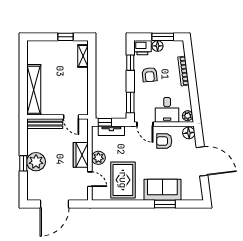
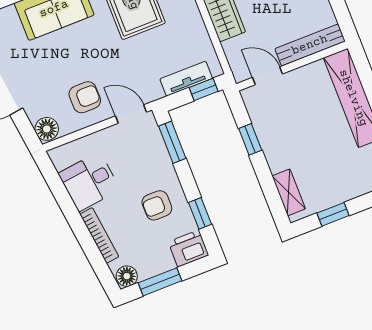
floor lamp: (158, 46) -> (127, 276), moved
armchair: (150, 75) -> (157, 205), turned -85
window: (92, 89) -> (250, 139), added
desk: (167, 110) -> (89, 182), moved, turned -97
plant: (188, 116) -> (61, 159), removed
plant: (98, 158) -> (190, 22), removed

